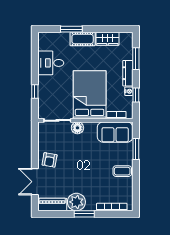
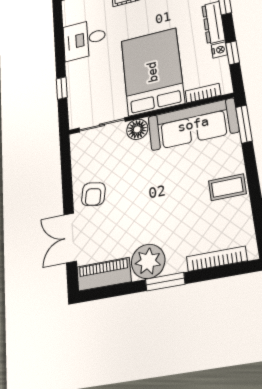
sofa: (115, 132) -> (193, 124), width x1.36
window: (136, 149) -> (244, 124), moved

